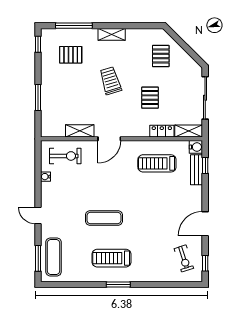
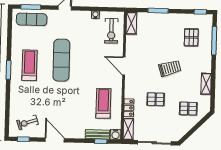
shelving: (112, 34) -> (206, 84), moved
shelving: (80, 131) -> (131, 23), moved
exercise mat: (104, 218) -> (61, 60), width x1.36, depth x1.45

